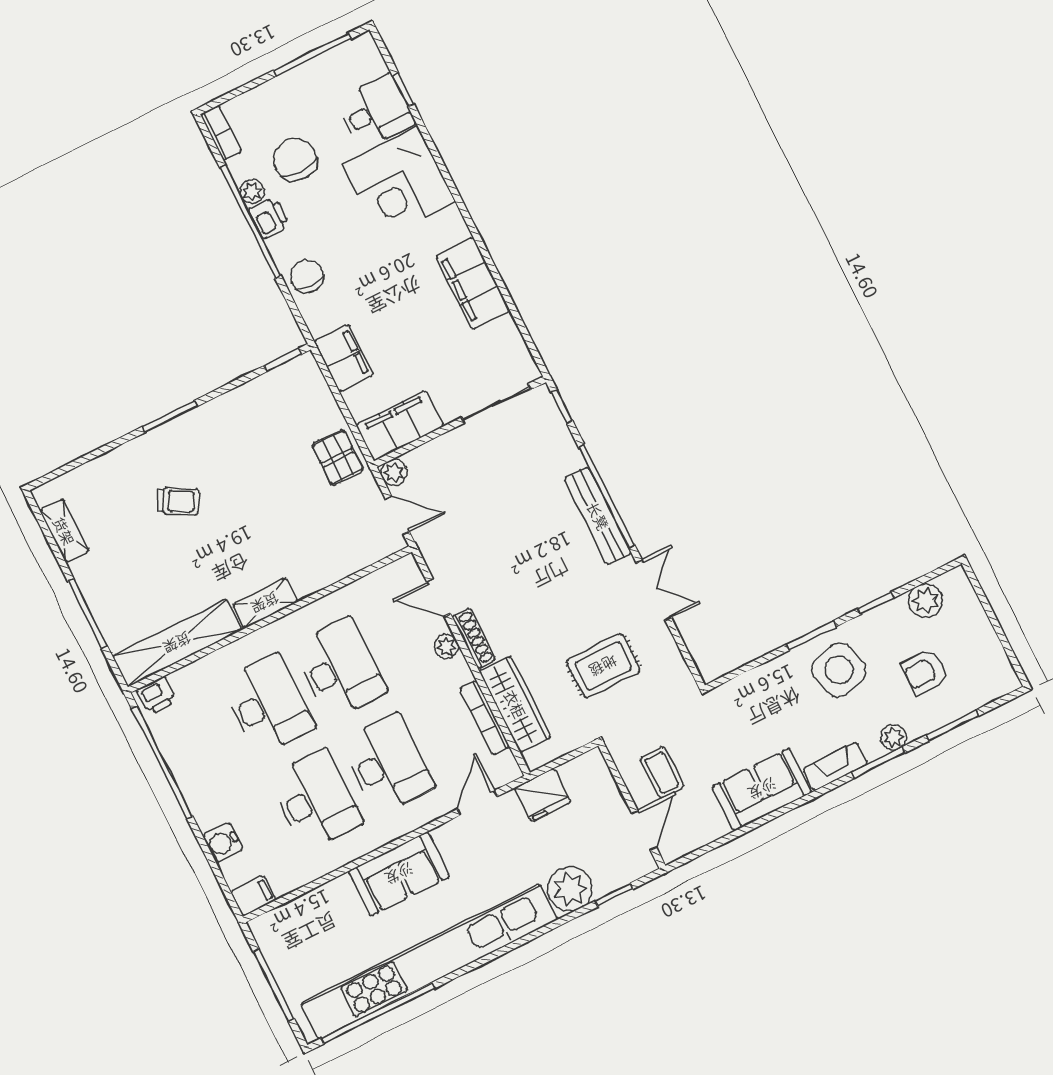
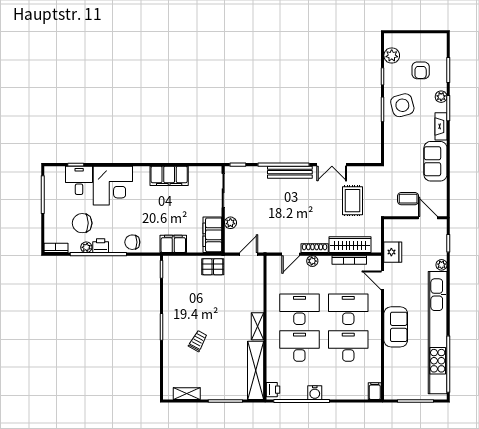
plant: (394, 473) -> (230, 223), moved
double door: (654, 590) -> (332, 165), swing flipped
water cooler: (223, 842) -> (315, 393), moved
plant: (570, 889) -> (442, 265), width x0.53, depth x0.53

